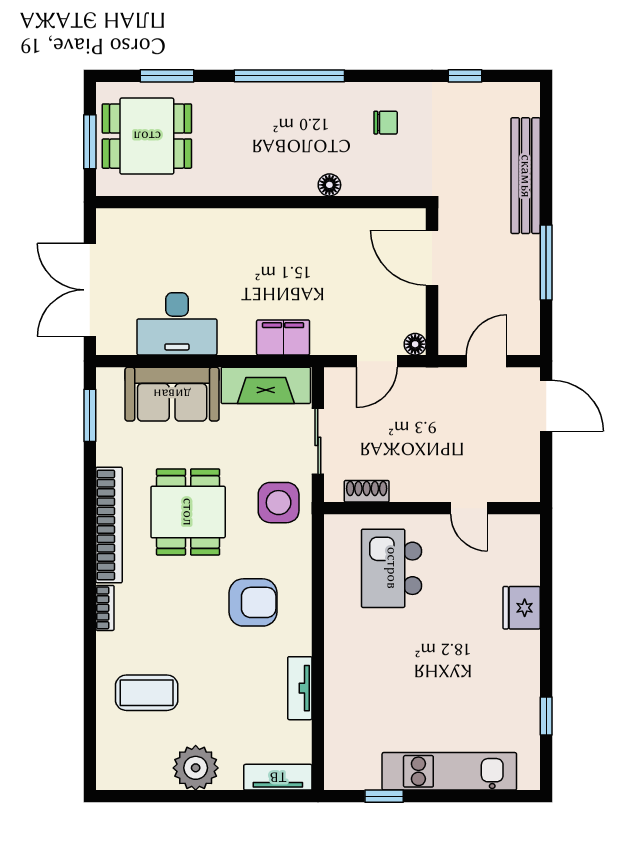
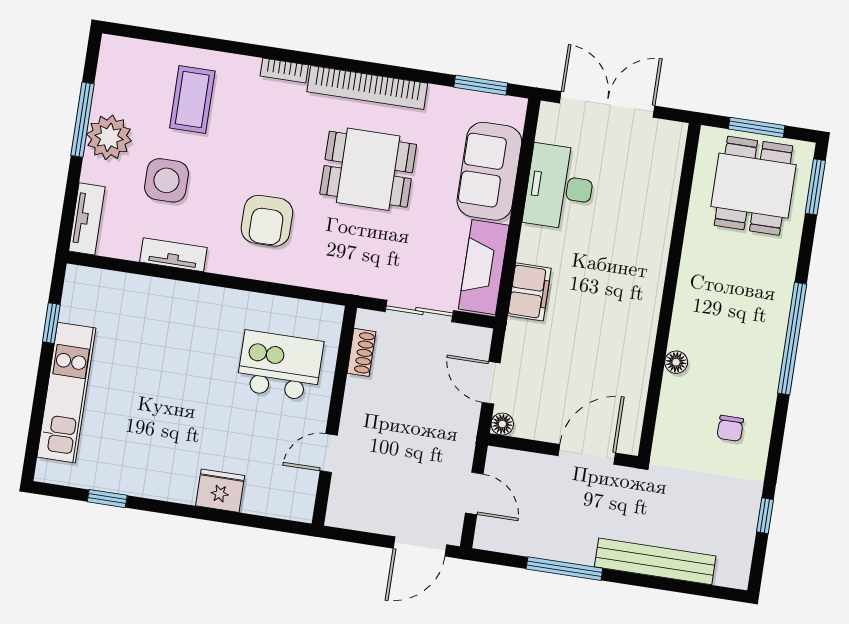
window: (167, 76) -> (815, 187), moved
side table: (279, 503) -> (166, 180), moved
window: (182, 796) -> (82, 120), added

